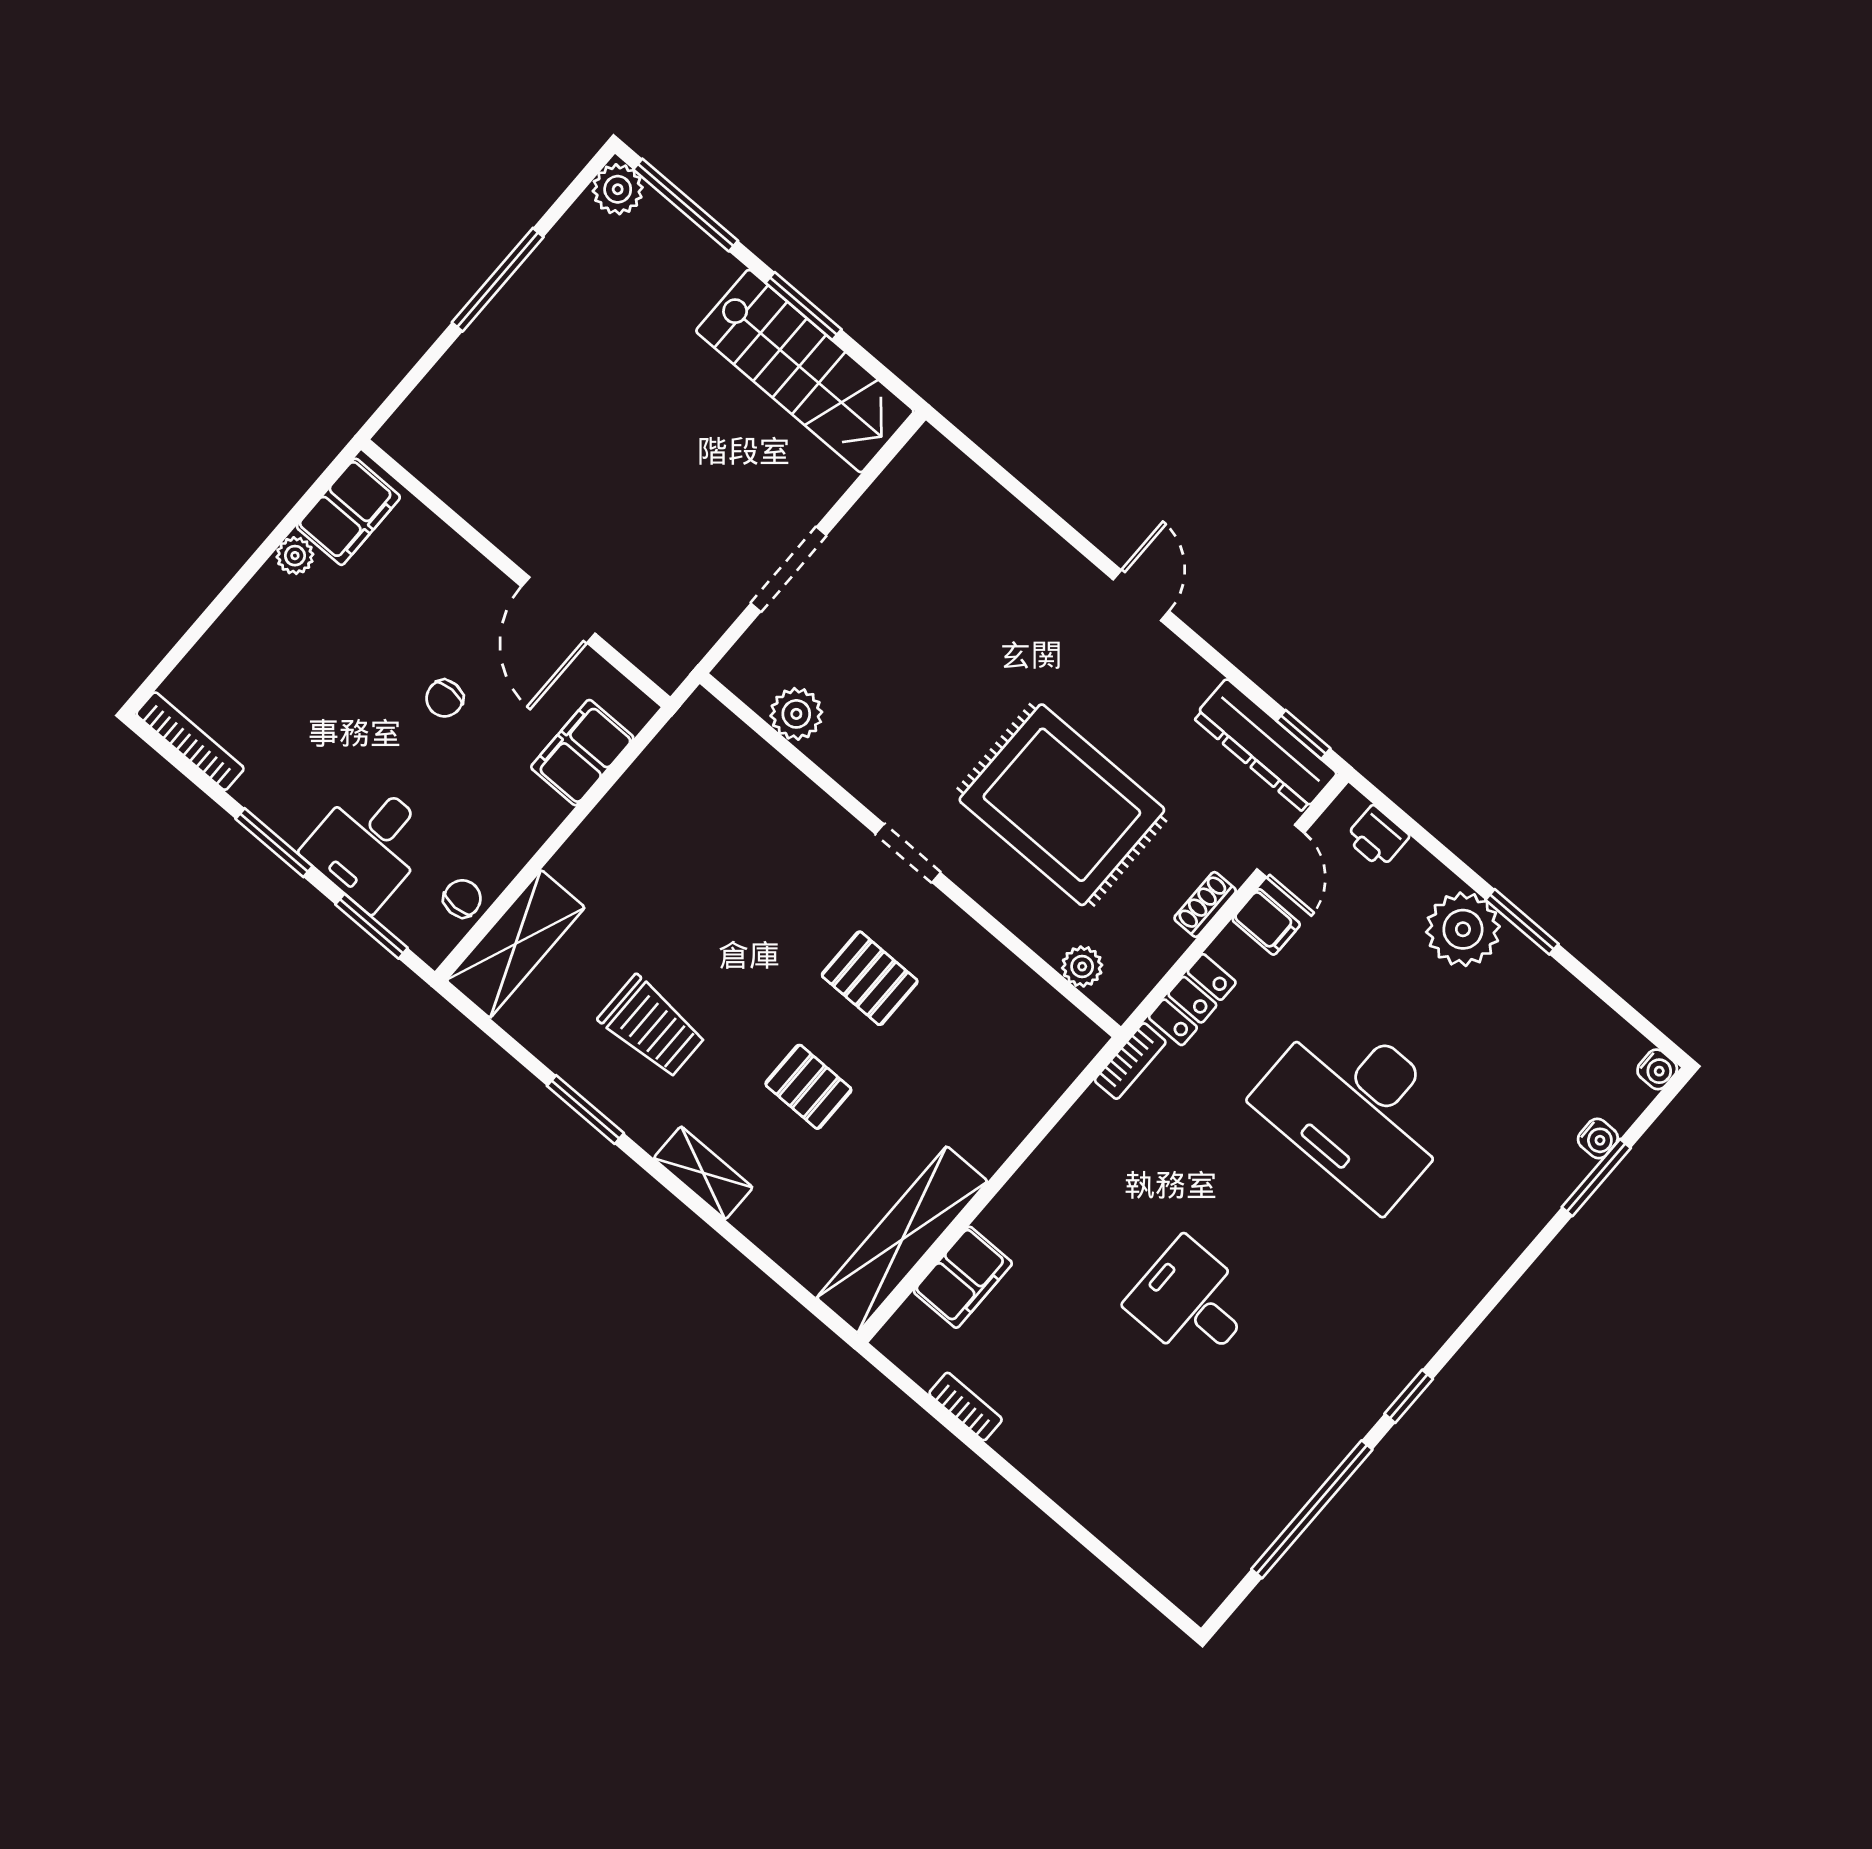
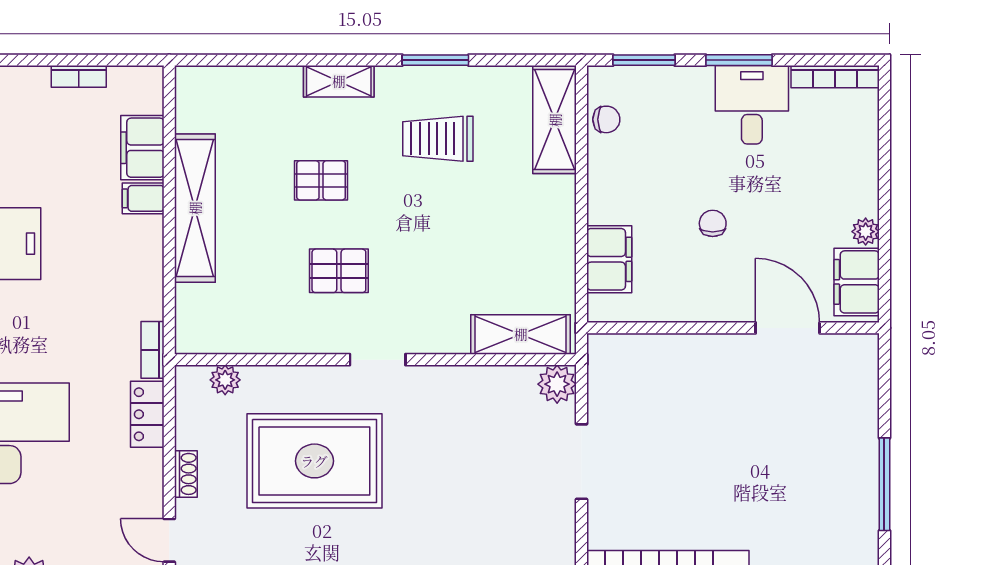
door: (558, 610) -> (788, 328), moved
plant: (796, 714) -> (557, 384), moved
shelving: (739, 753) -> (521, 334), added
desk: (369, 844) -> (752, 105), moved
chair: (462, 899) -> (606, 119), turned -90
filing cabinet: (1266, 922) -> (143, 198), moved
shelving: (902, 1240) -> (195, 208), moved

